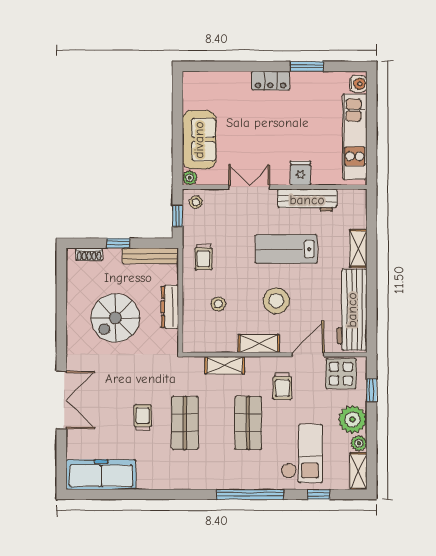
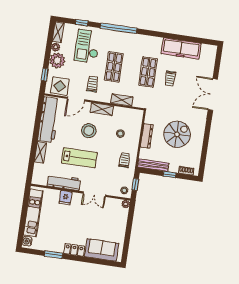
sofa: (199, 140) -> (102, 250), moved, turned 90
freezer: (101, 475) -> (181, 49), moved

